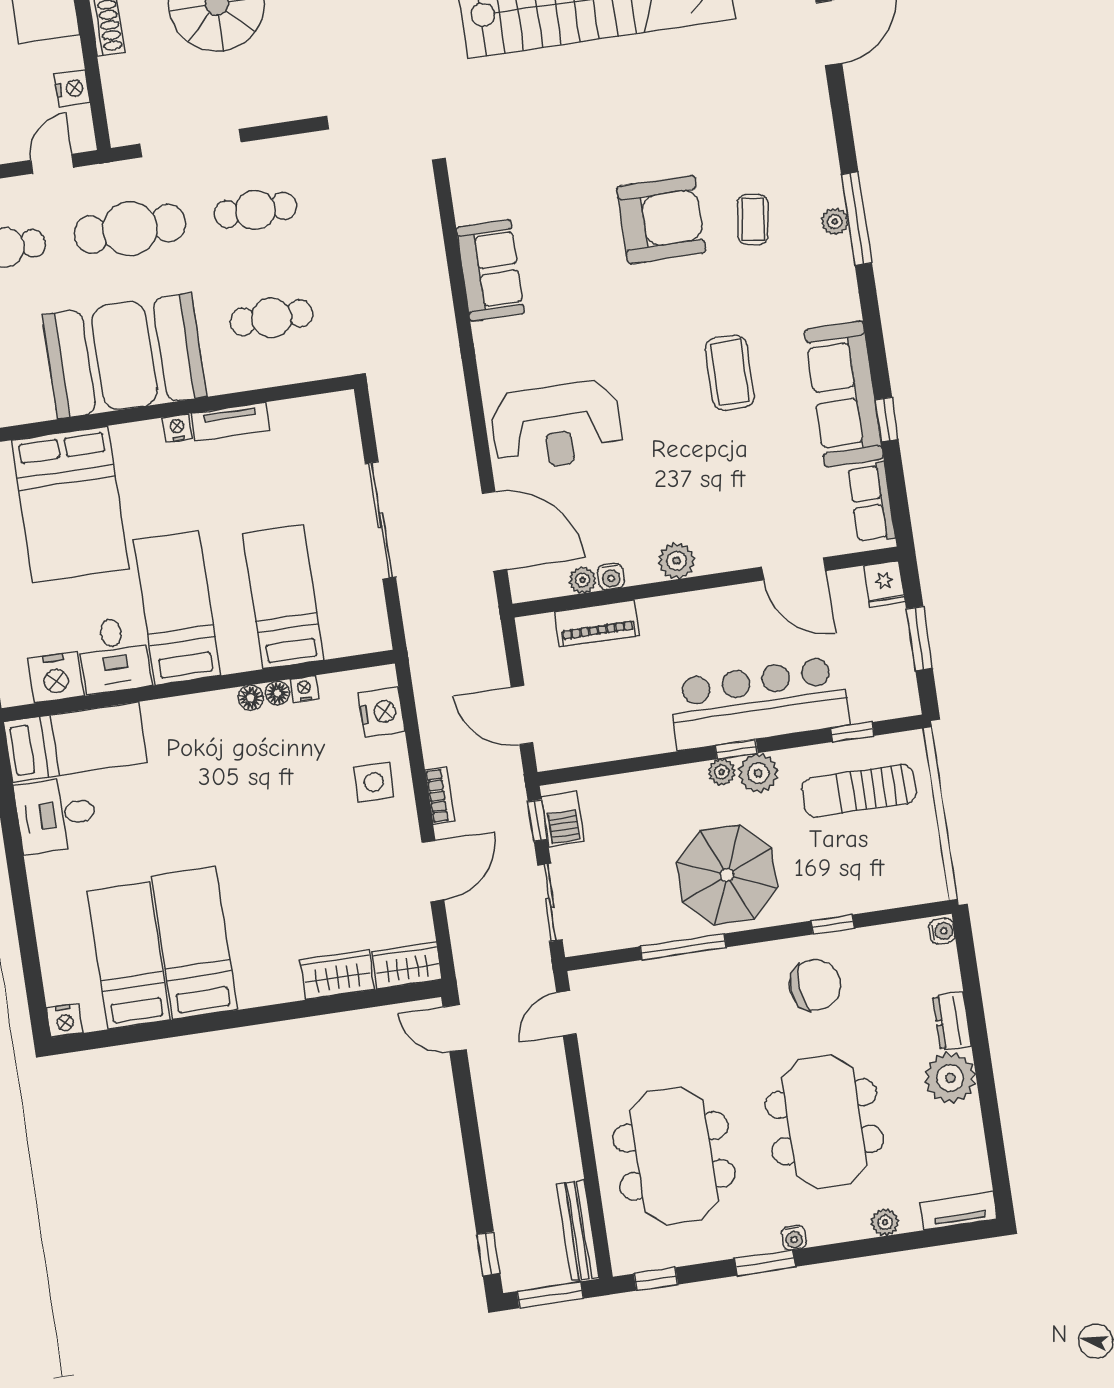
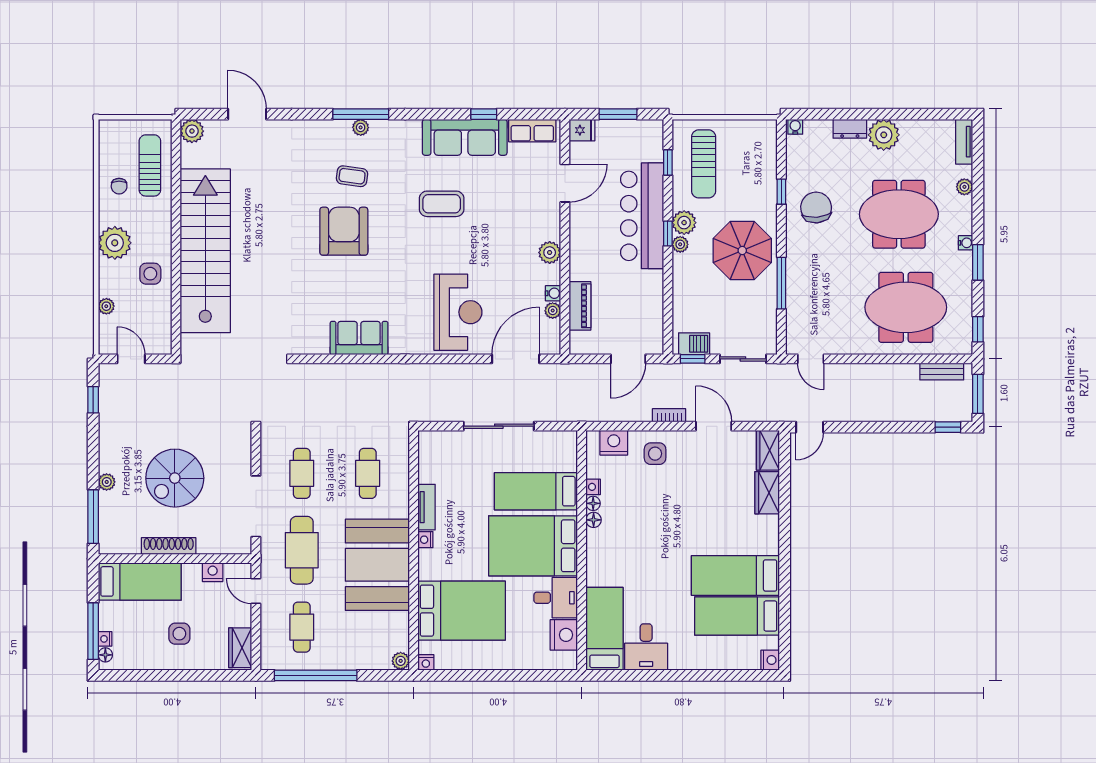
bed: (177, 608) -> (533, 546), width x1.50
bench: (578, 1230) -> (942, 372), width x0.73

